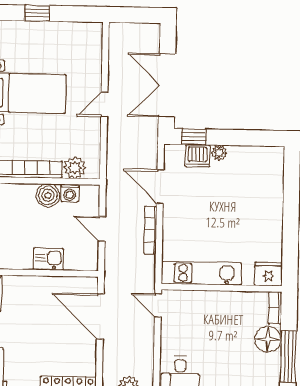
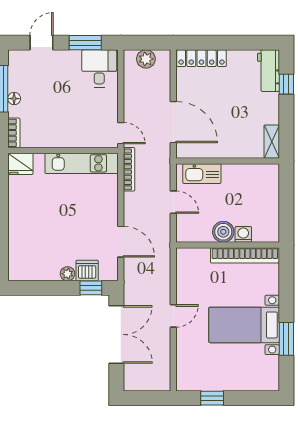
window: (37, 13) -> (212, 398), moved
plant: (75, 168) -> (199, 258), removed
washing machine: (70, 193) -> (243, 234), moved
bookcase: (150, 230) -> (129, 169), moved
kitchen sink: (48, 259) -> (202, 174), moved, width x1.38
floor lamp: (268, 339) -> (14, 99), width x0.53, depth x0.53

